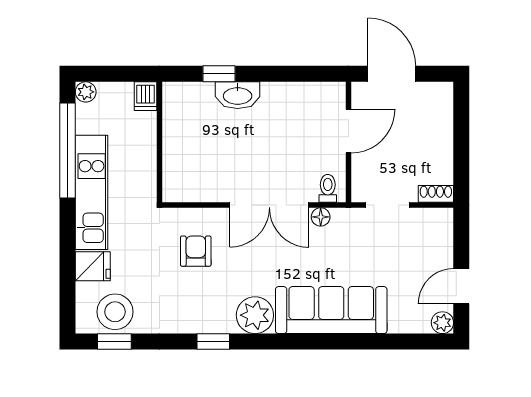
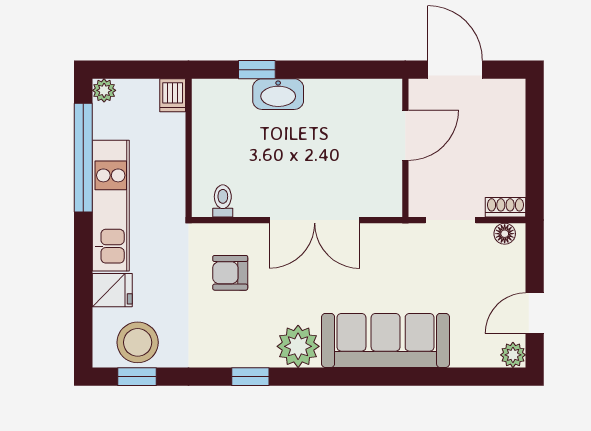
toilet: (328, 188) -> (223, 201), moved
floor lamp: (321, 217) -> (505, 234), moved
armchair: (196, 251) -> (230, 273), turned -90

